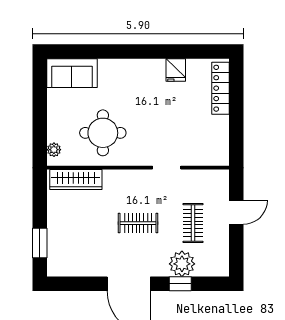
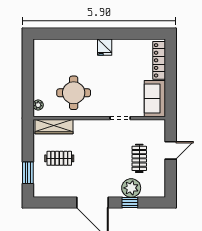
fridge: (176, 70) -> (105, 47), moved
sofa: (72, 73) -> (155, 99), moved, turned 90
clothes rail: (138, 223) -> (59, 158), moved

